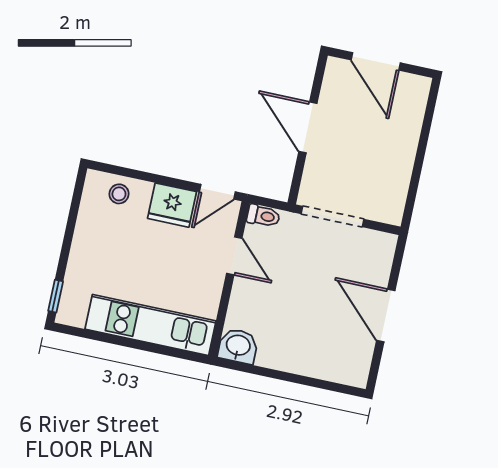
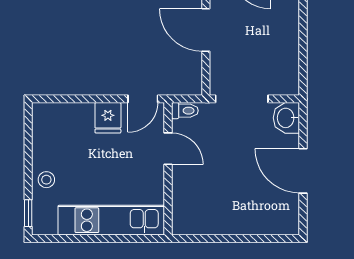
stool: (119, 194) -> (46, 180), moved
fridge: (172, 205) -> (108, 118), width x0.72
washbasin: (238, 346) -> (286, 118), moved, turned -90

